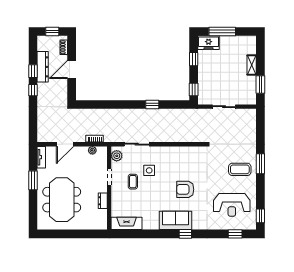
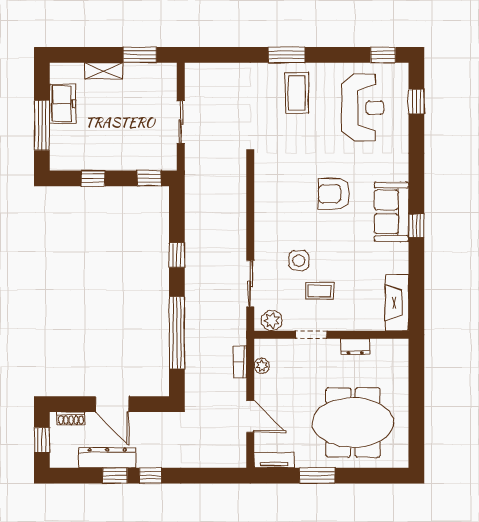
freezer: (209, 43) -> (62, 104), moved
window: (110, 105) -> (177, 333), added
armchair: (185, 189) -> (334, 194), turned 90
window: (185, 234) -> (416, 226), moved

